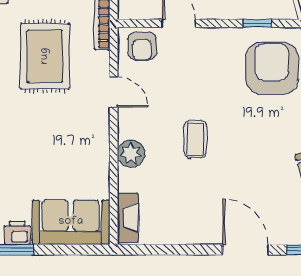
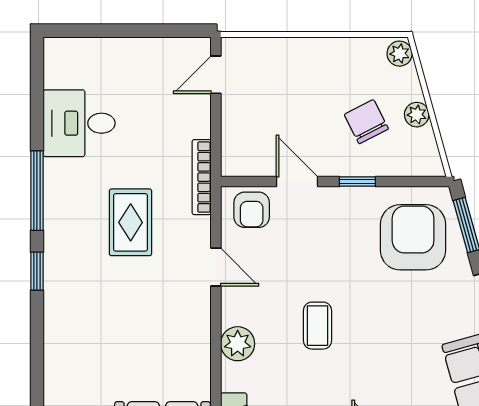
window: (257, 23) -> (357, 182), moved
rug: (45, 56) -> (131, 222), width x0.73, depth x0.70

